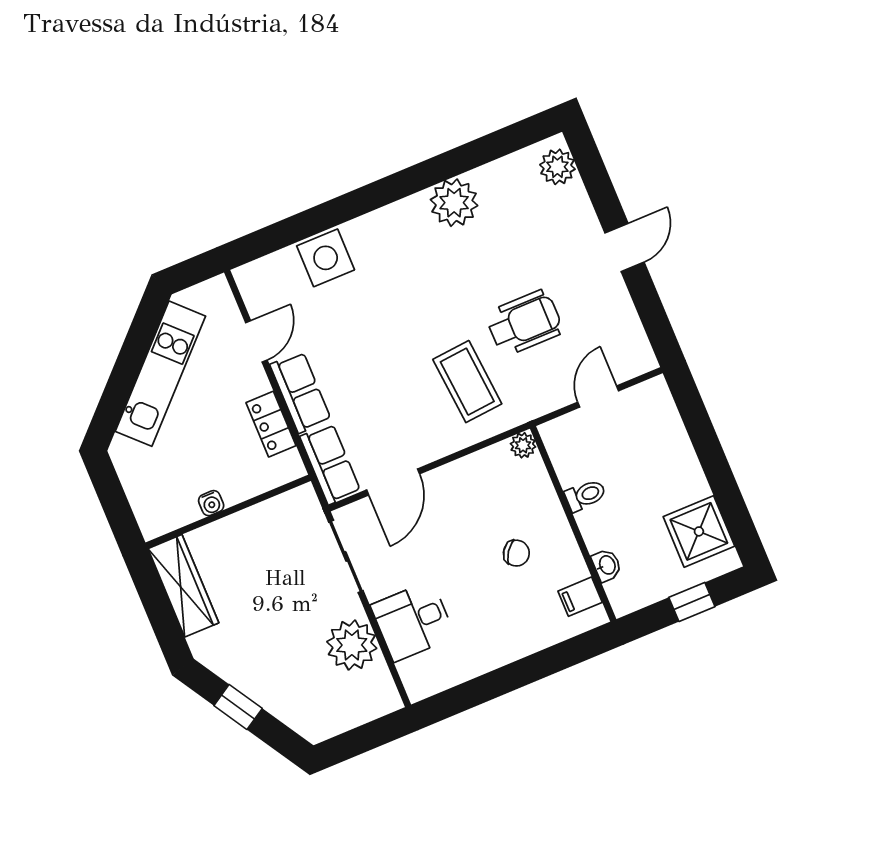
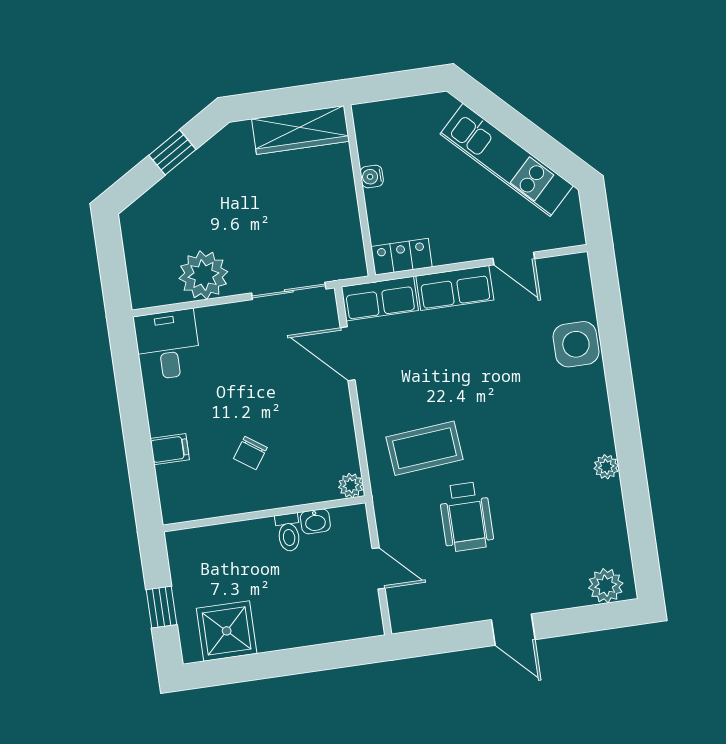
plant: (454, 203) -> (606, 467), width x0.53, depth x0.53
locker: (271, 424) -> (402, 257), moved
washbasin: (607, 565) -> (315, 521), moved
filing cabinet: (580, 597) -> (170, 449), moved, turned 90
desk: (413, 621) -> (167, 345), moved

